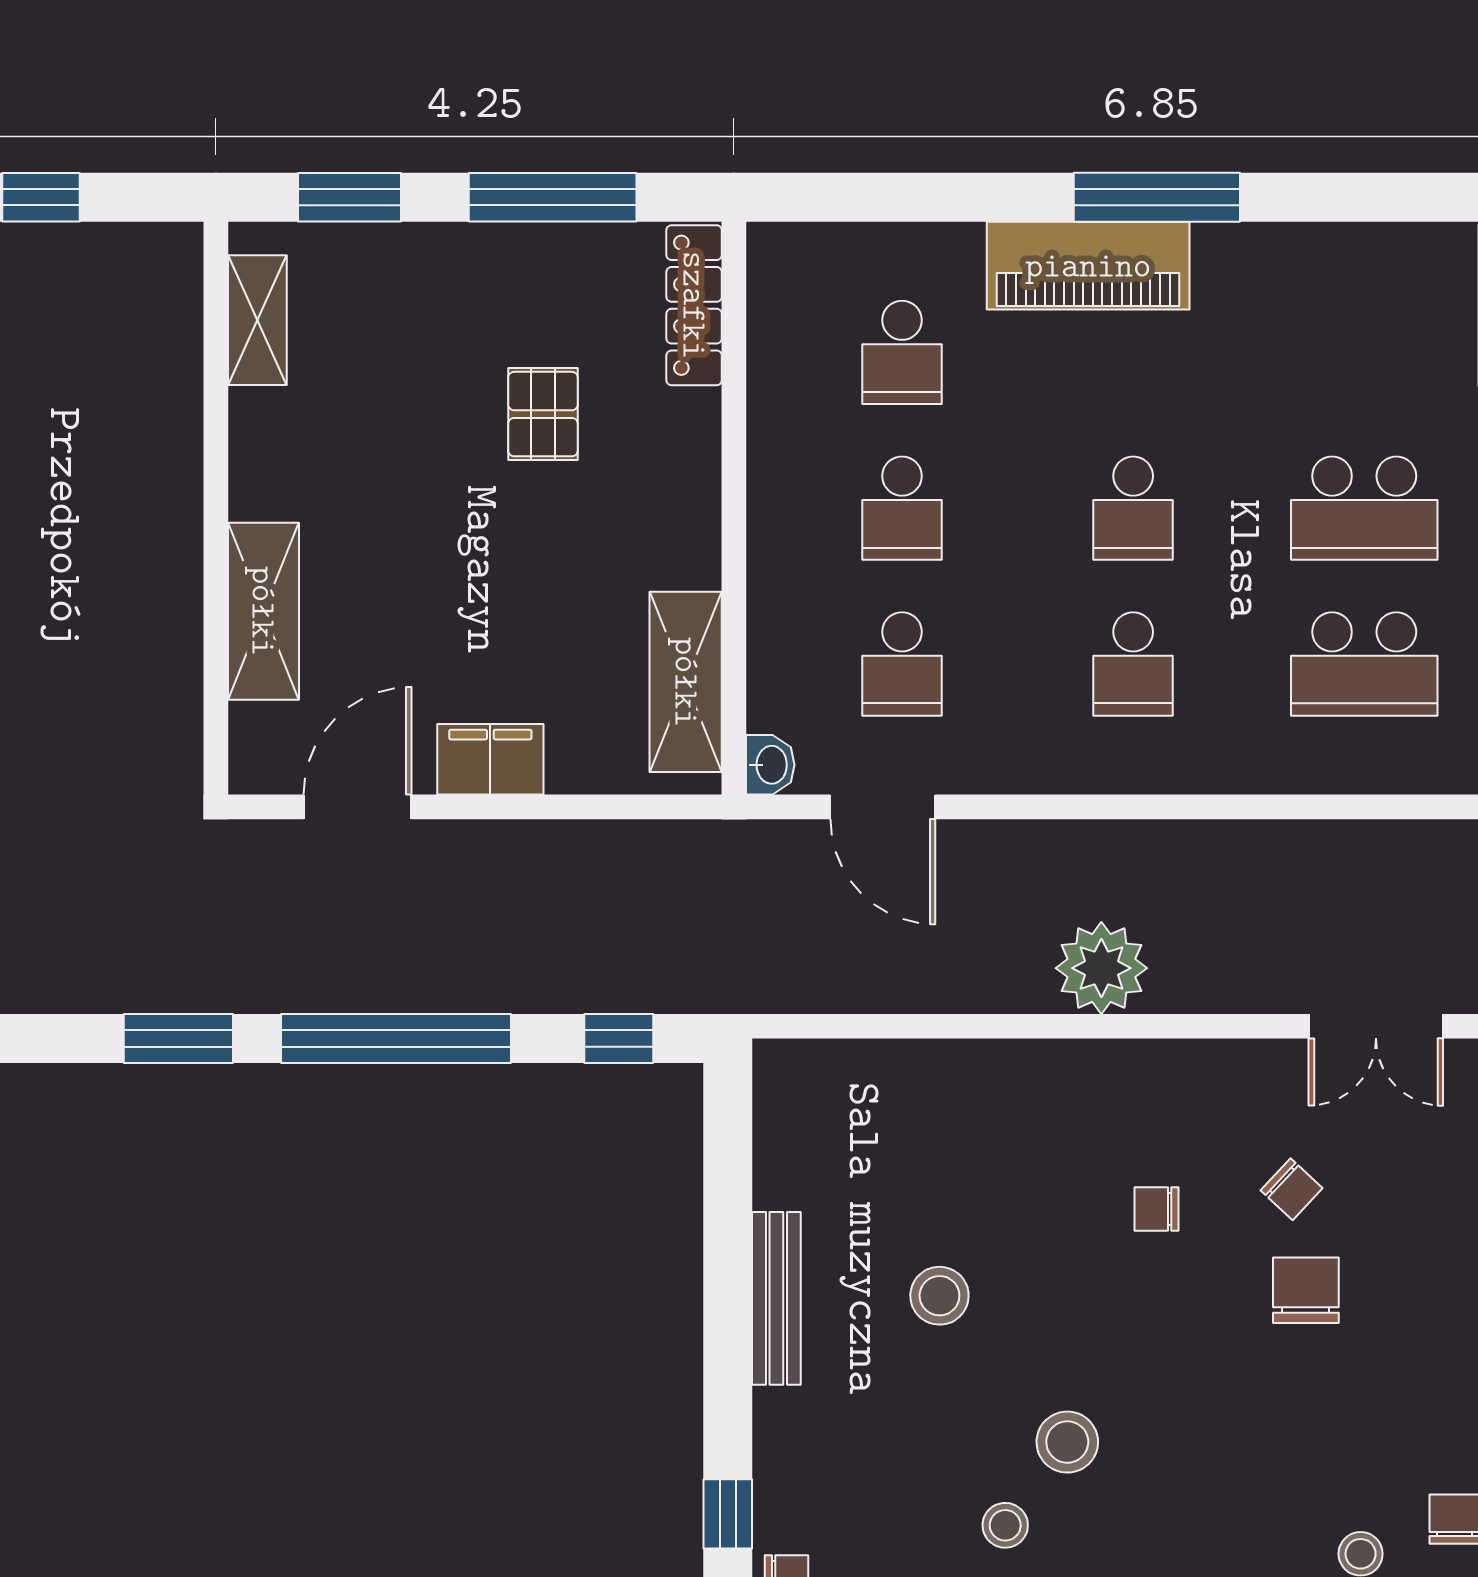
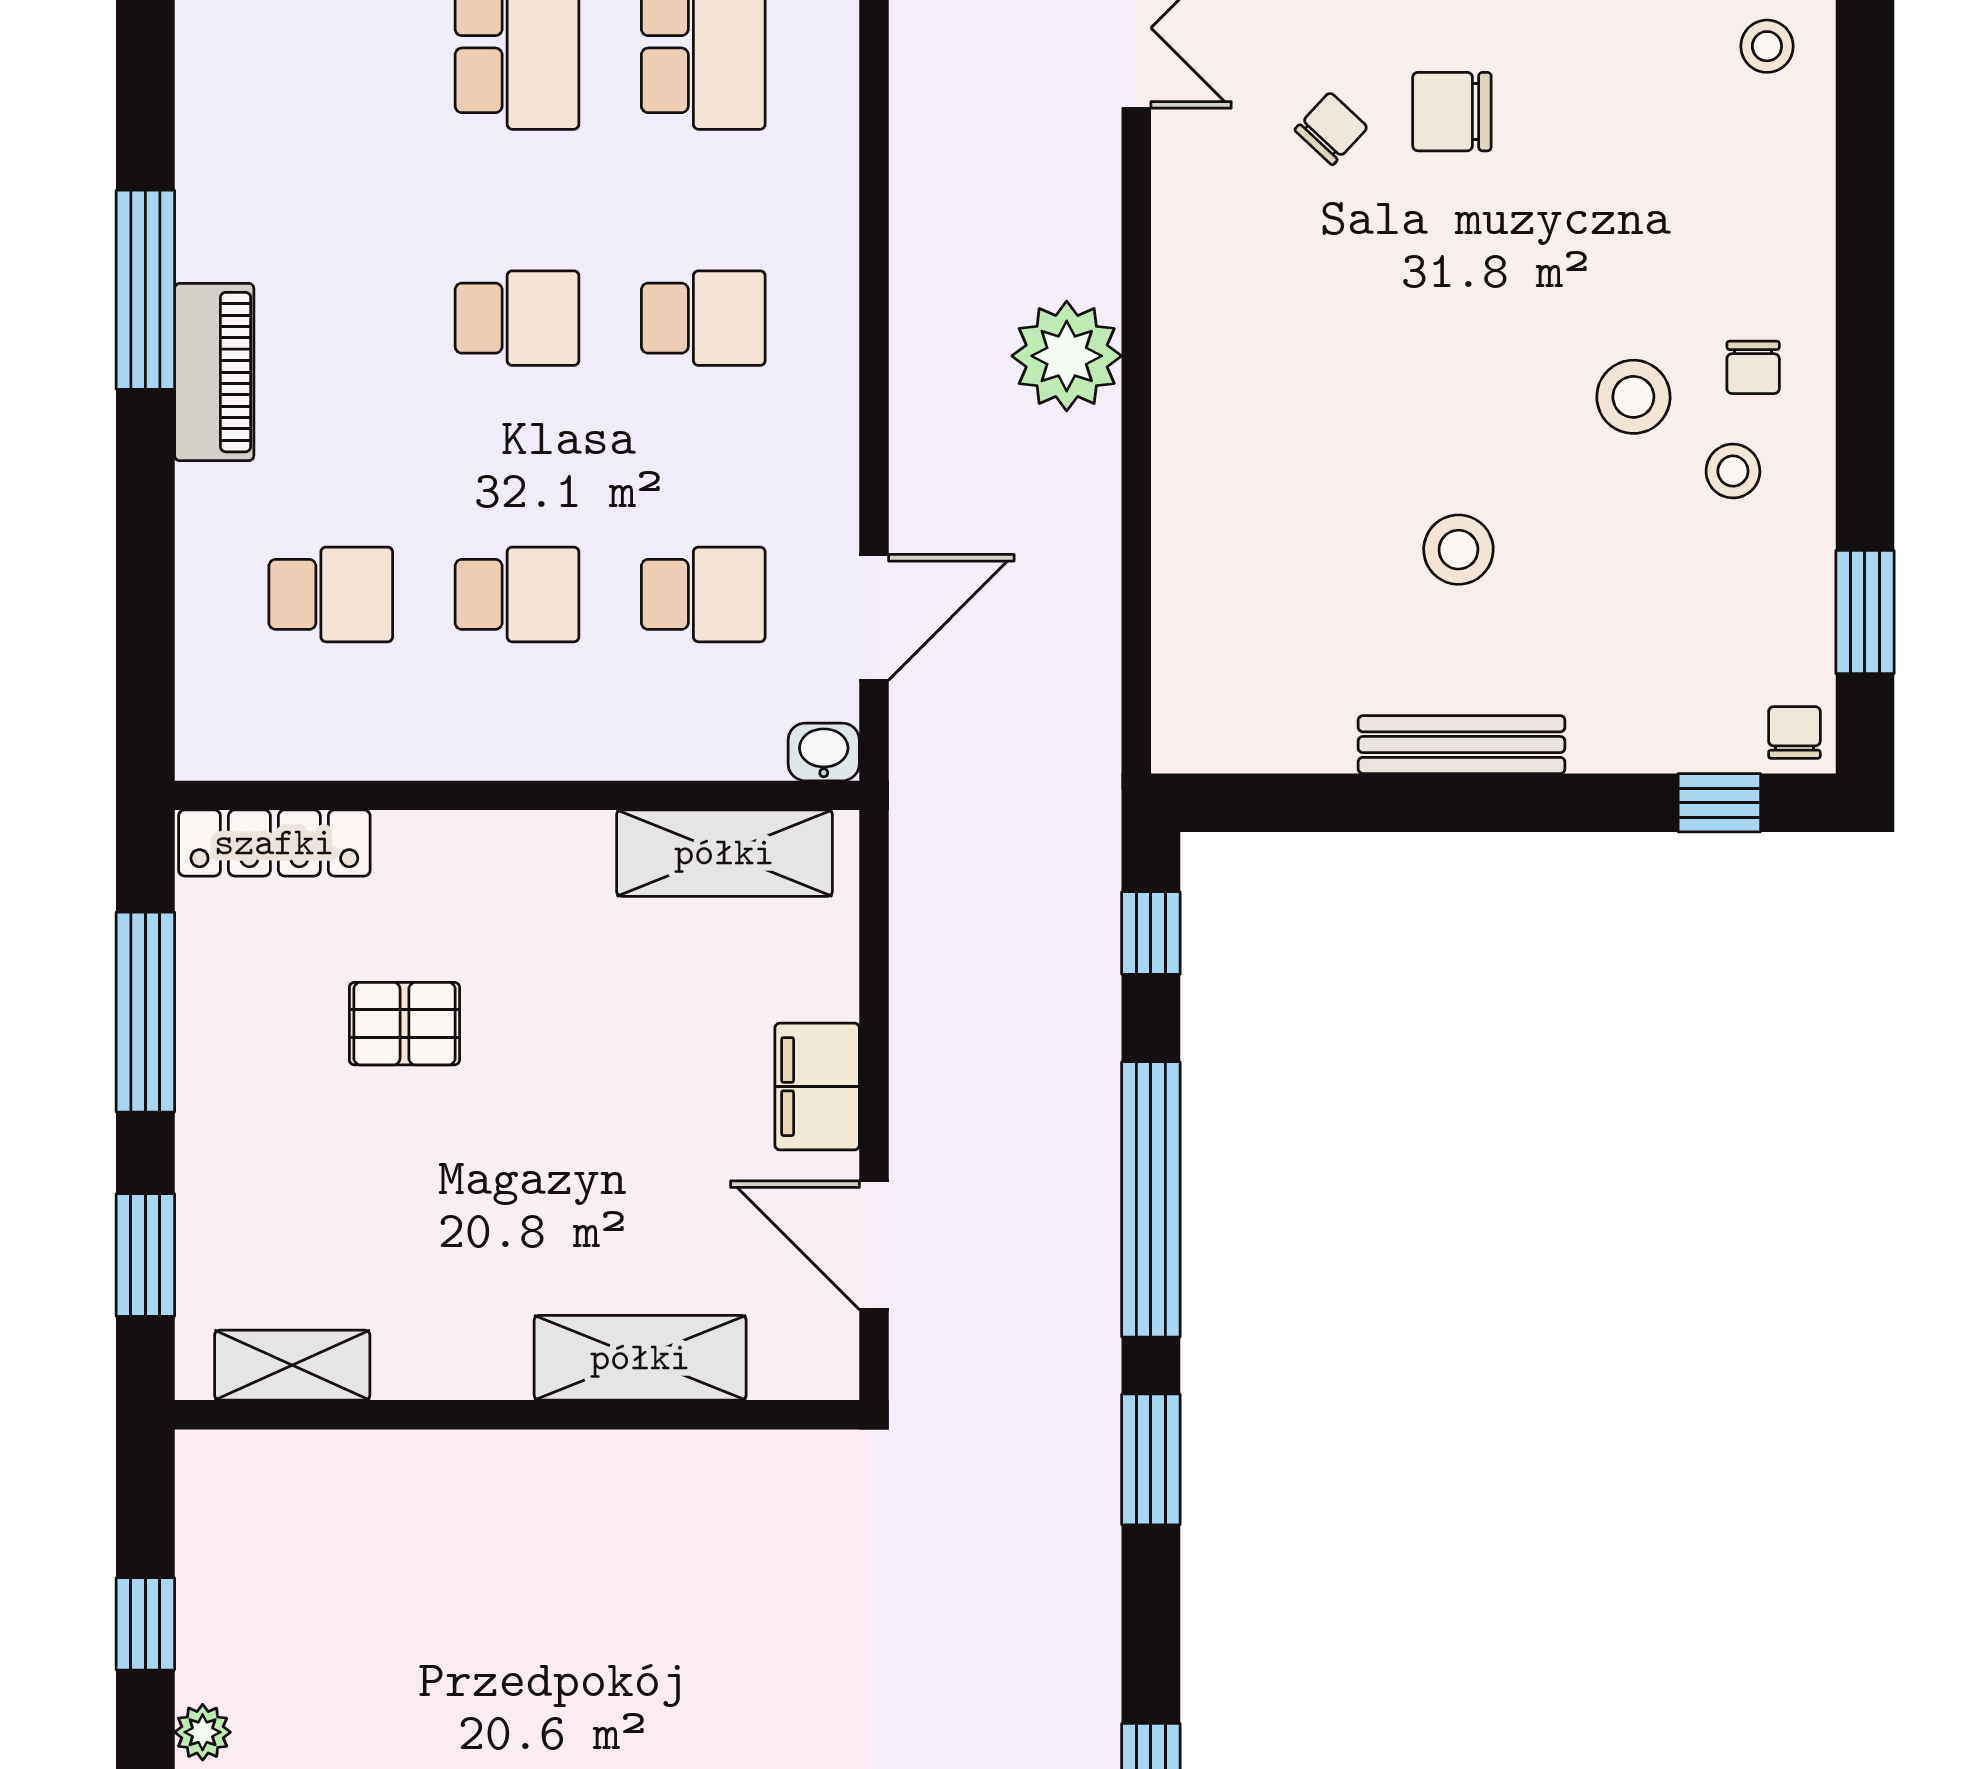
piano: (1088, 266) -> (214, 372), width x0.73, depth x0.75
chair: (1157, 1209) -> (1753, 367), moved

